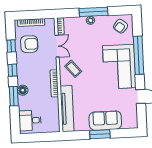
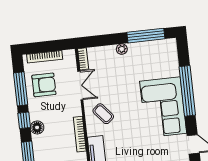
window: (93, 12) -> (146, 36), moved
armchair: (121, 26) -> (161, 54), removed
window: (11, 46) -> (21, 89), width x2.17
floor lamp: (23, 90) -> (37, 127), moved

